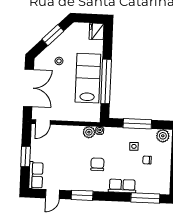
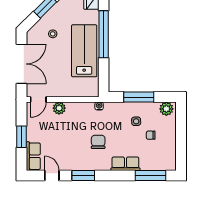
window: (106, 81) -> (104, 34), moved
plant: (89, 132) -> (59, 108), moved
door: (52, 194) -> (52, 176), swing flipped

